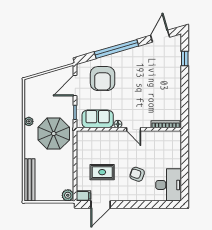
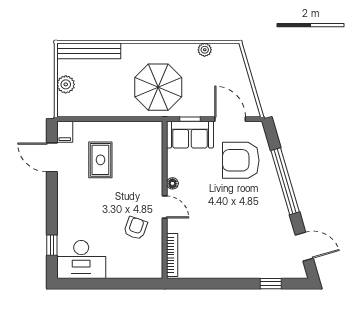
sofa: (98, 119) -> (190, 135), moved, turned 90
plant: (29, 121) -> (205, 50), moved
door: (134, 129) -> (165, 207), swing flipped
armchair: (137, 174) -> (136, 228), moved
plant: (68, 195) -> (66, 84), moved
window: (159, 205) -> (52, 245), added

